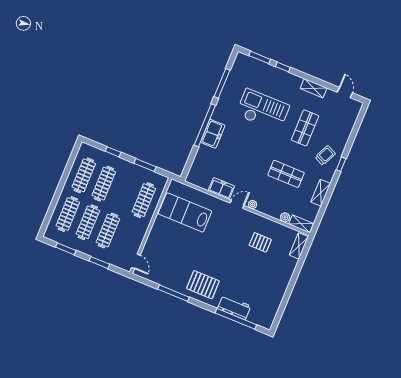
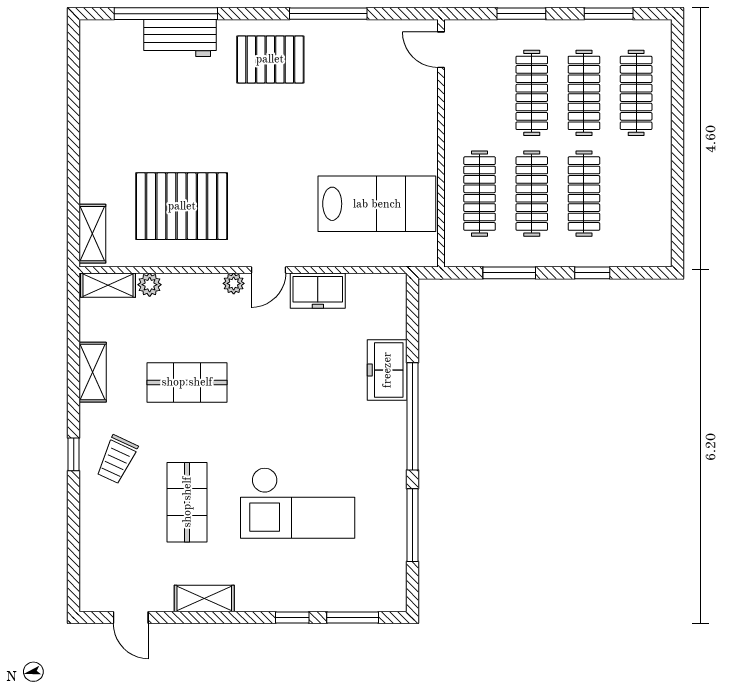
freezer: (213, 134) -> (387, 370), moved
clothes rail: (84, 175) -> (532, 194), moved
pallet: (260, 242) -> (182, 206), width x2.05, depth x2.00

